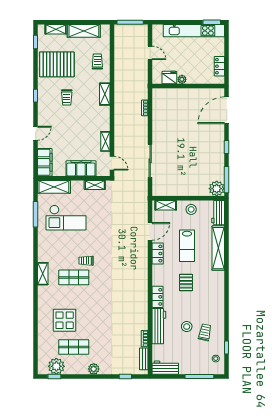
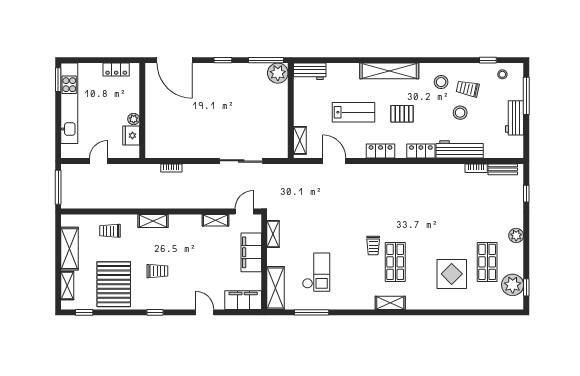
stool: (191, 209) -> (441, 82), moved
checkout: (66, 218) -> (316, 272), width x0.73, depth x0.83
shelving: (218, 248) -> (389, 71), moved
locker: (158, 254) -> (381, 151), moved
workbench: (165, 368) -> (514, 118), moved

